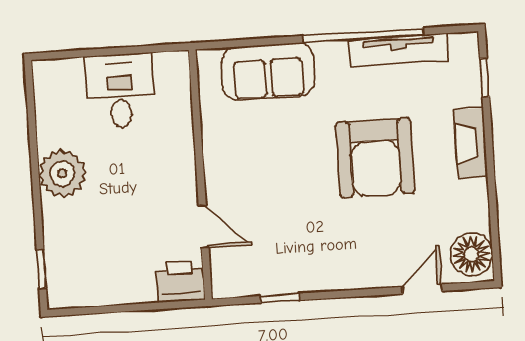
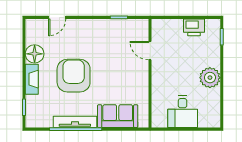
tv unit: (398, 50) -> (75, 122), moved
floor lamp: (471, 254) -> (35, 54), moved
printer: (180, 282) -> (194, 27), moved

